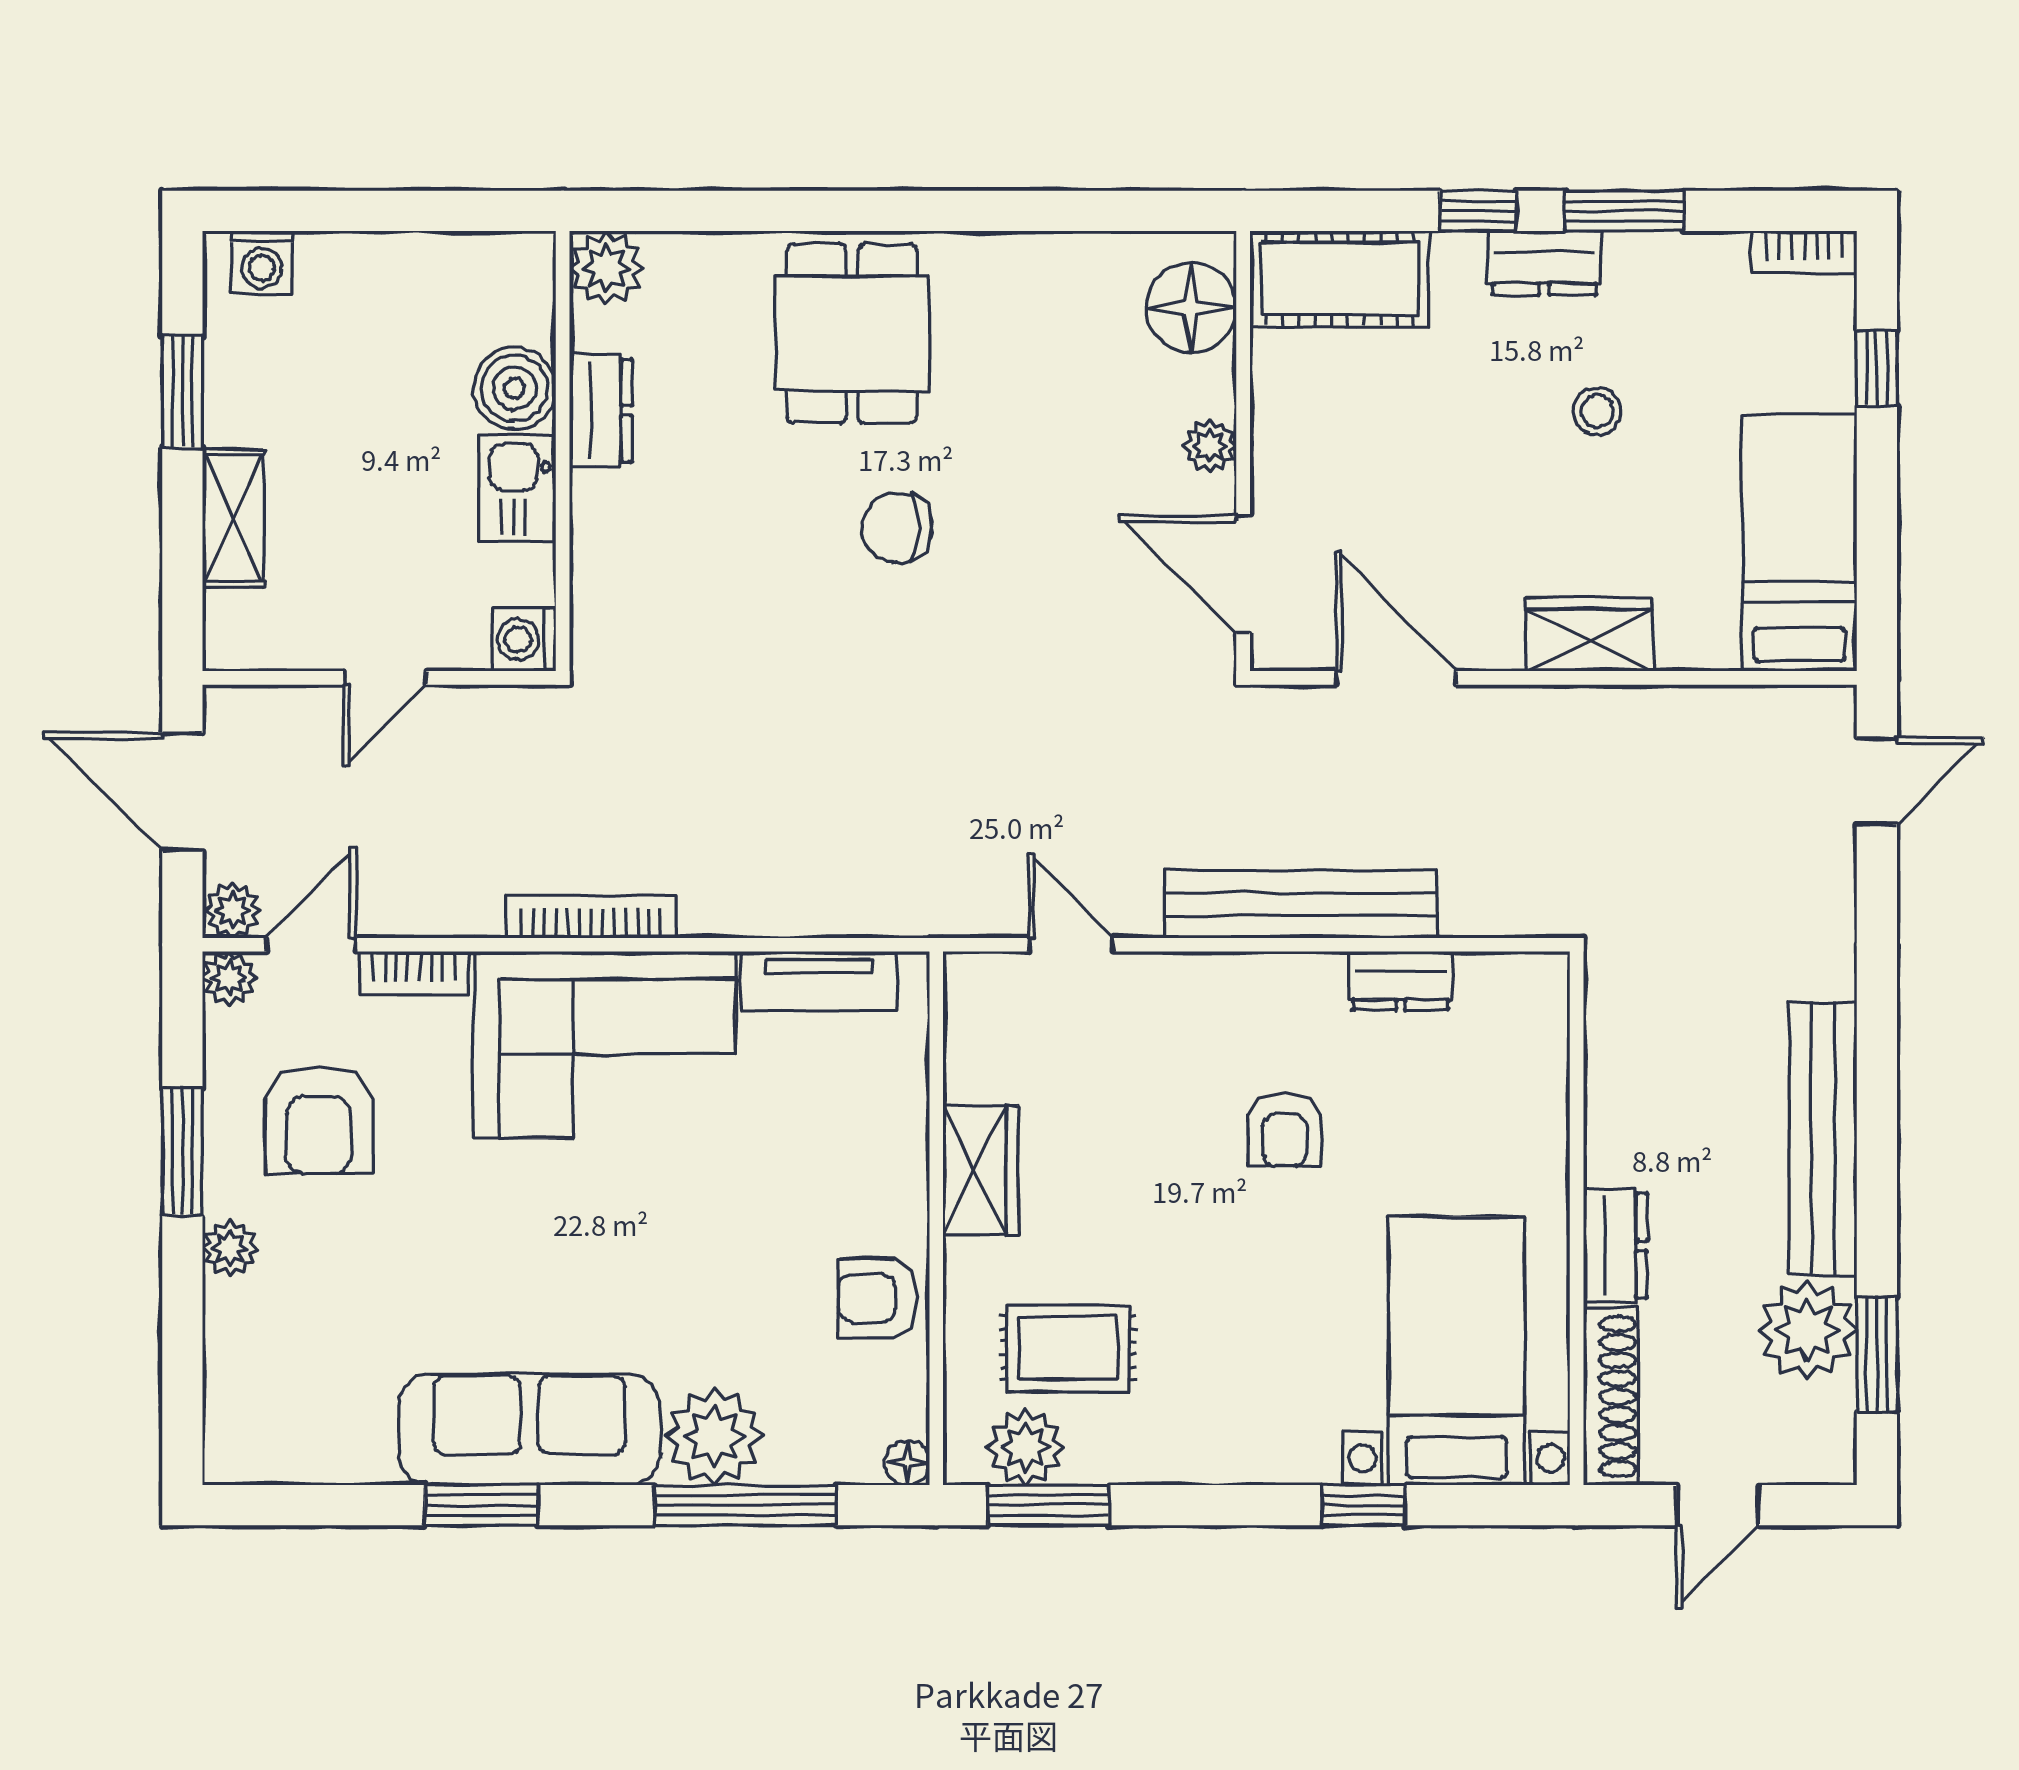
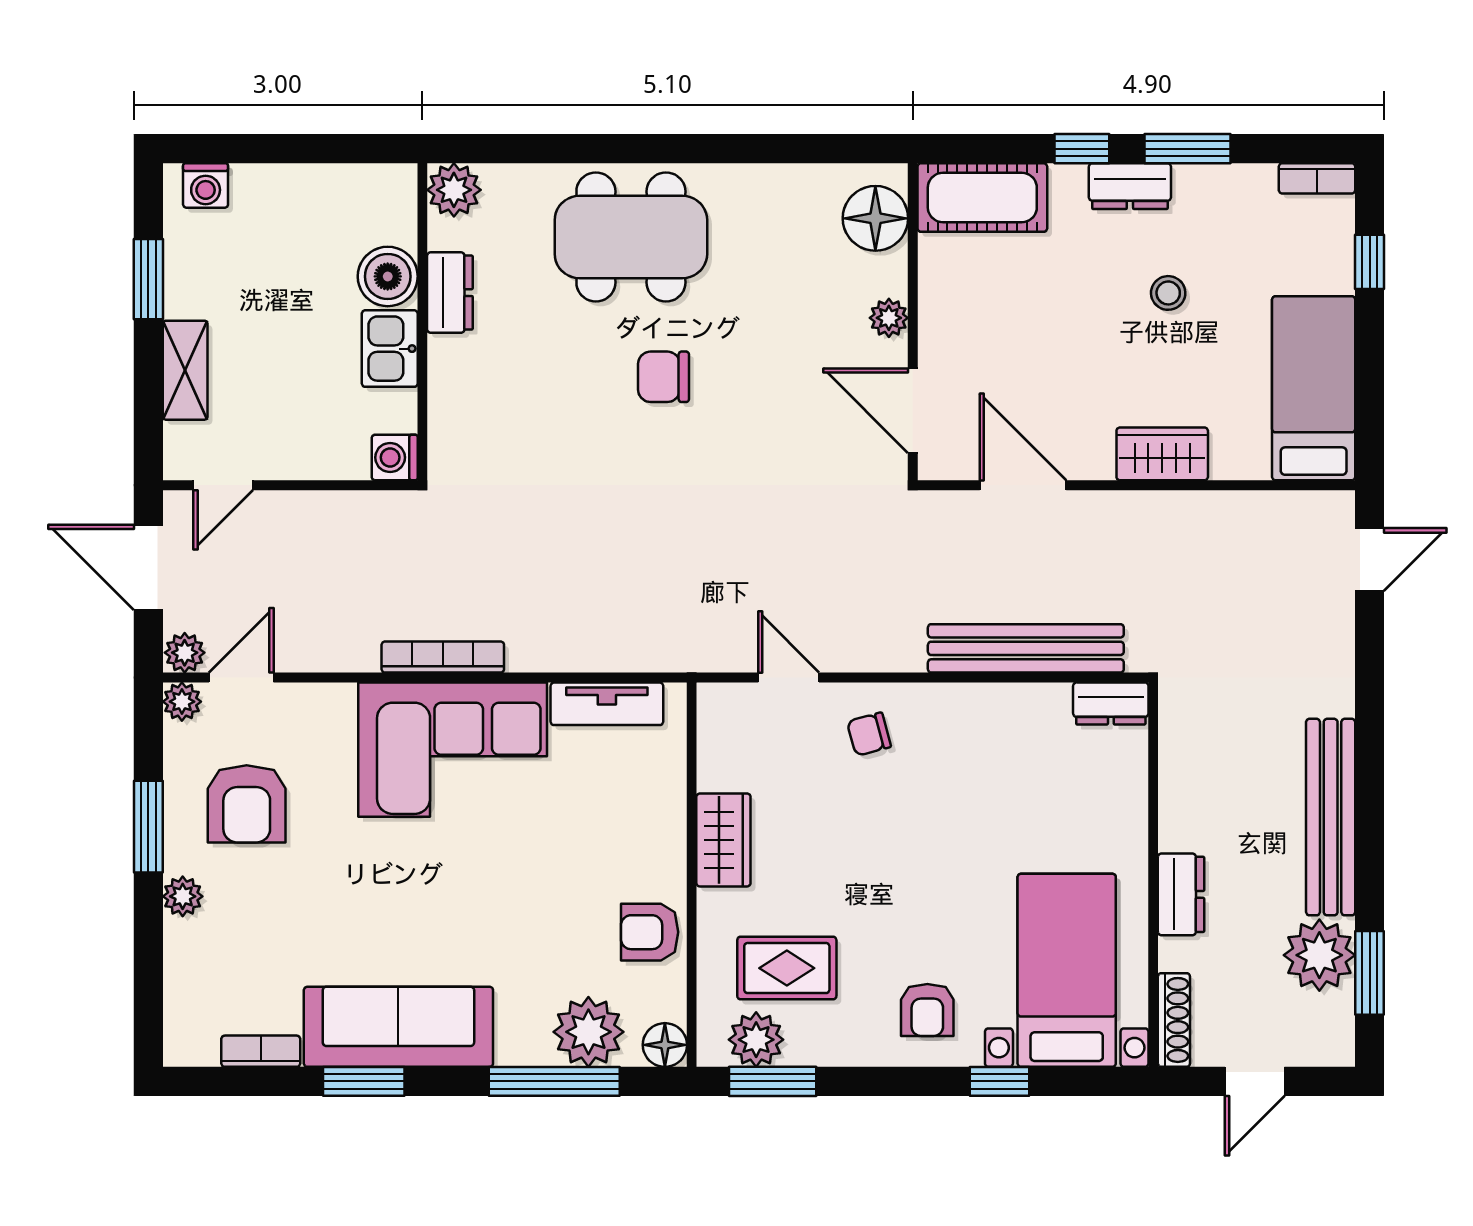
dining table: (852, 333) -> (631, 237), width x1.38
door: (385, 678) -> (223, 485), moved
bench: (1301, 904) -> (1026, 648), moved
bookcase: (414, 973) -> (261, 1051), moved, turned 180
dresser: (1401, 981) -> (1111, 703), moved
chair: (1182, 1023) -> (869, 734), added
armchair: (1285, 1130) -> (927, 1010), moved
shoe rack: (1611, 1397) -> (1174, 1020), width x0.74, depth x0.81
plant: (714, 1436) -> (588, 1032), moved
floor lamp: (907, 1463) -> (665, 1045), width x1.37, depth x1.37

